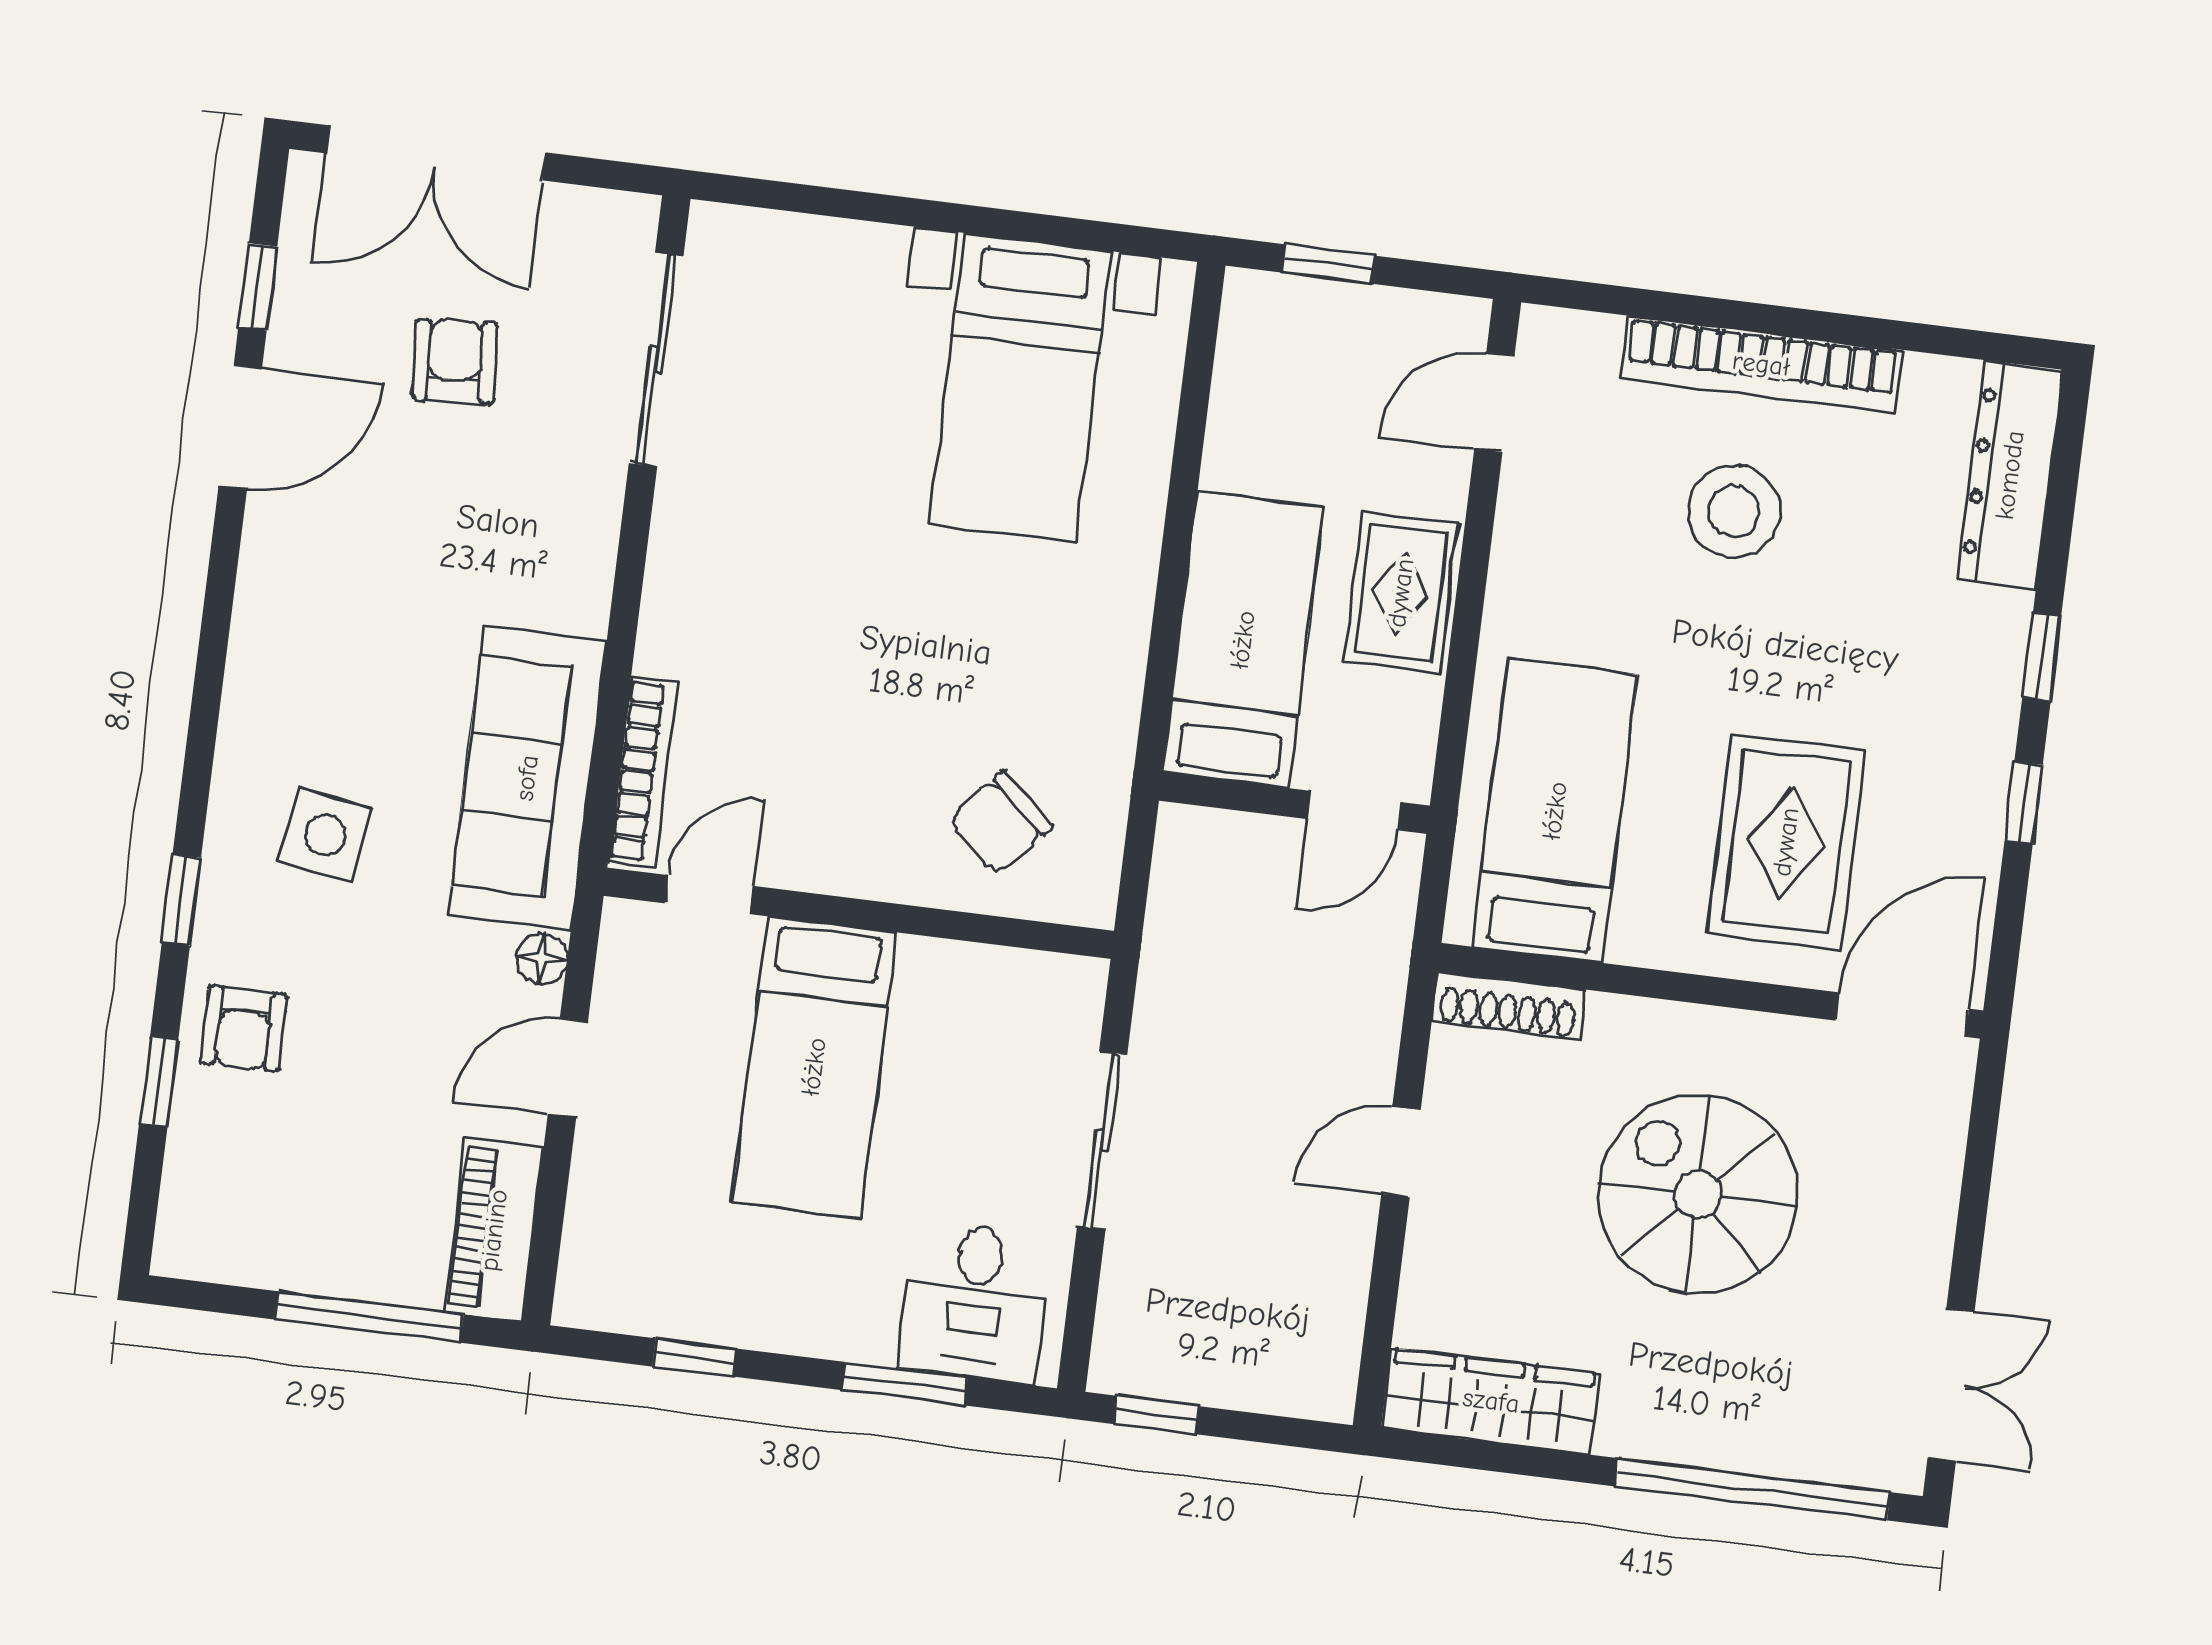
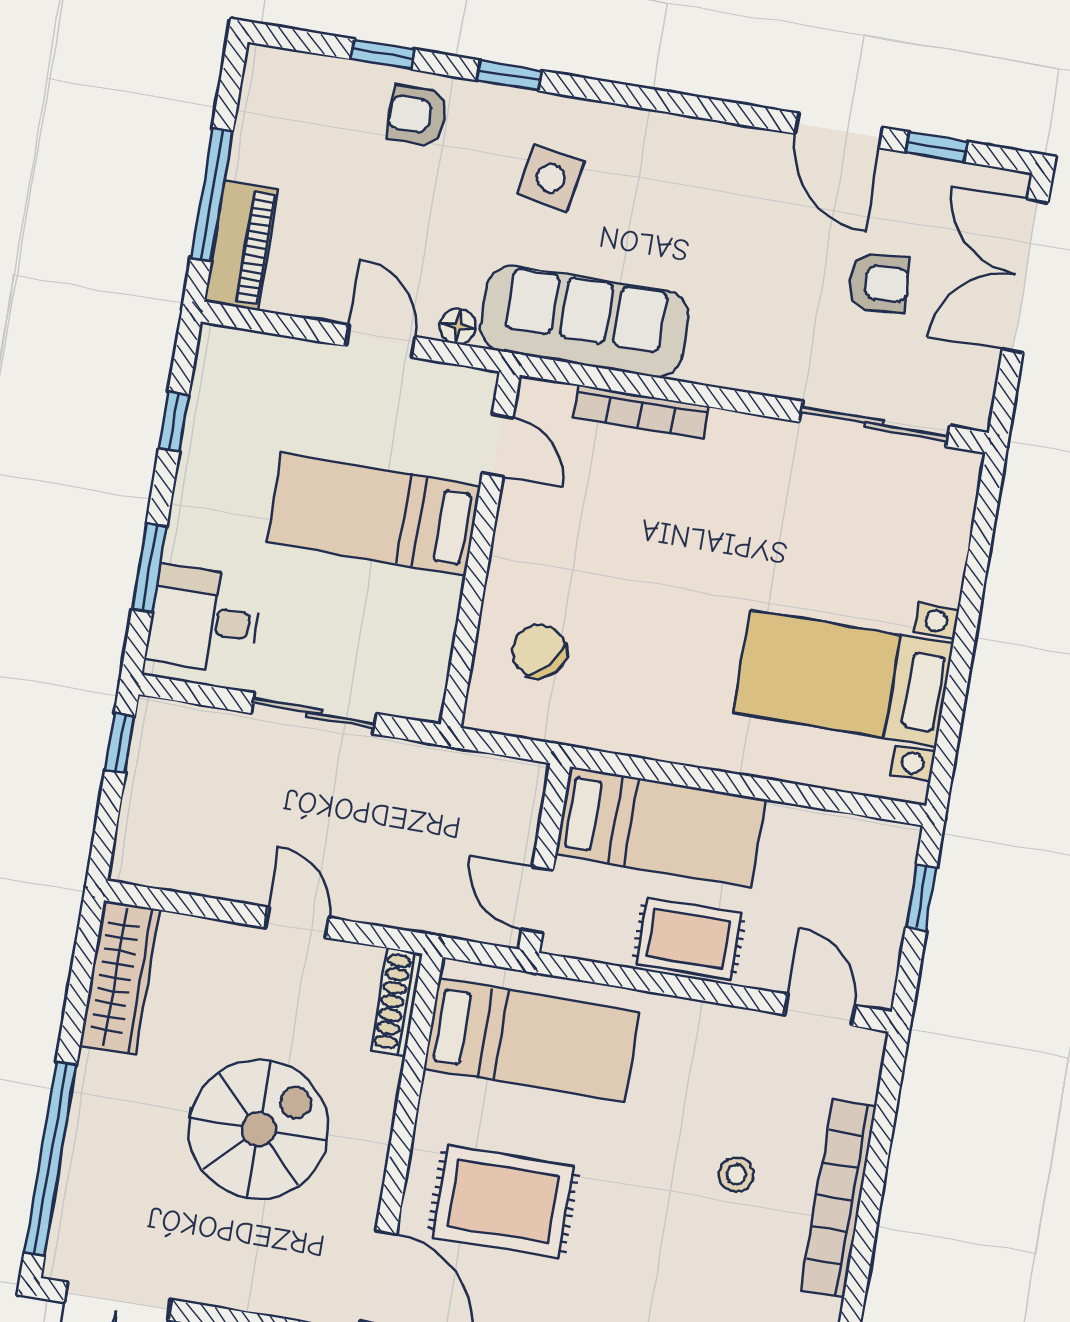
stool: (1734, 511) -> (736, 1175), width x0.53, depth x0.53
bookcase: (643, 772) -> (641, 412), moved
piano: (494, 1230) -> (241, 246), moved, turned 90

